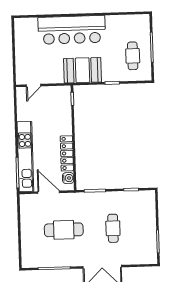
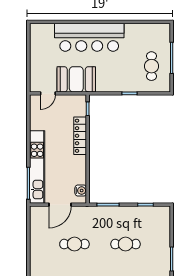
booth: (82, 70) -> (76, 79), moved
locker: (67, 153) -> (80, 136), moved
door: (49, 192) -> (60, 205), swing flipped
cafe table: (113, 228) -> (125, 244), turned 90
cafe table: (64, 230) -> (74, 244), width x0.73, depth x0.74

